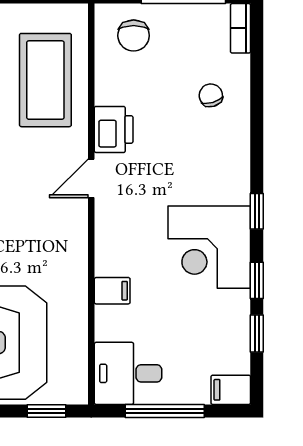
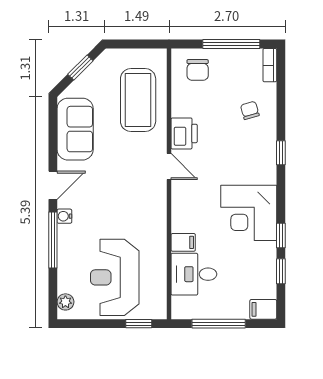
door: (91, 178) -> (169, 166), swing flipped
window: (257, 211) -> (281, 153), moved
desk: (128, 373) -> (194, 274), moved

